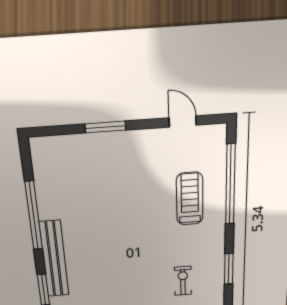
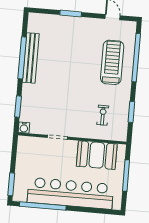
treadmill: (190, 199) -> (112, 62), width x1.37, depth x1.38
bench: (54, 259) -> (31, 58), moved

